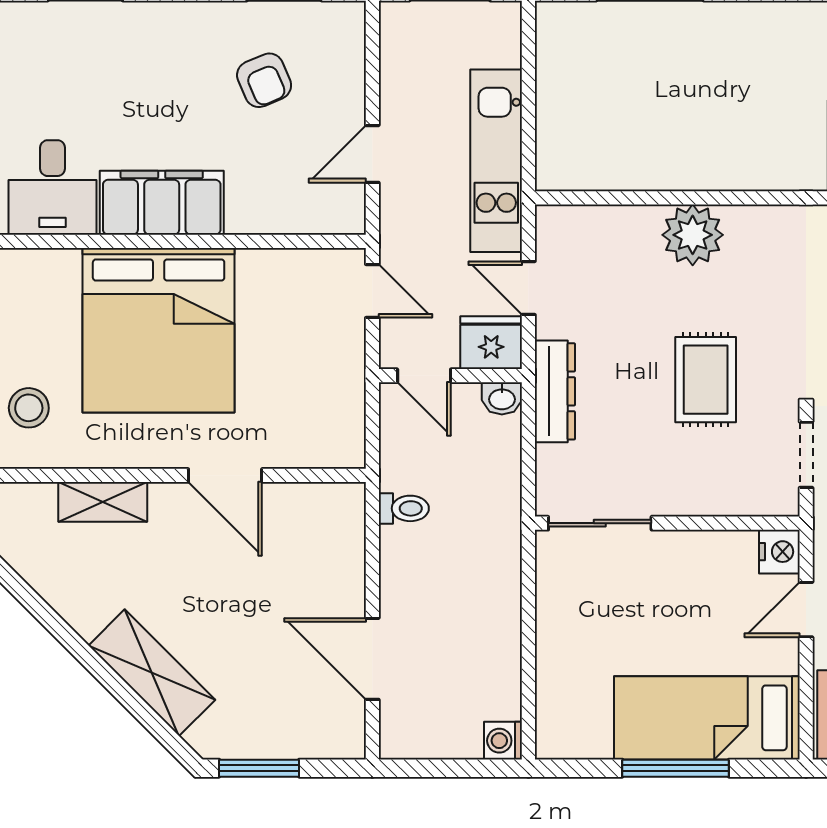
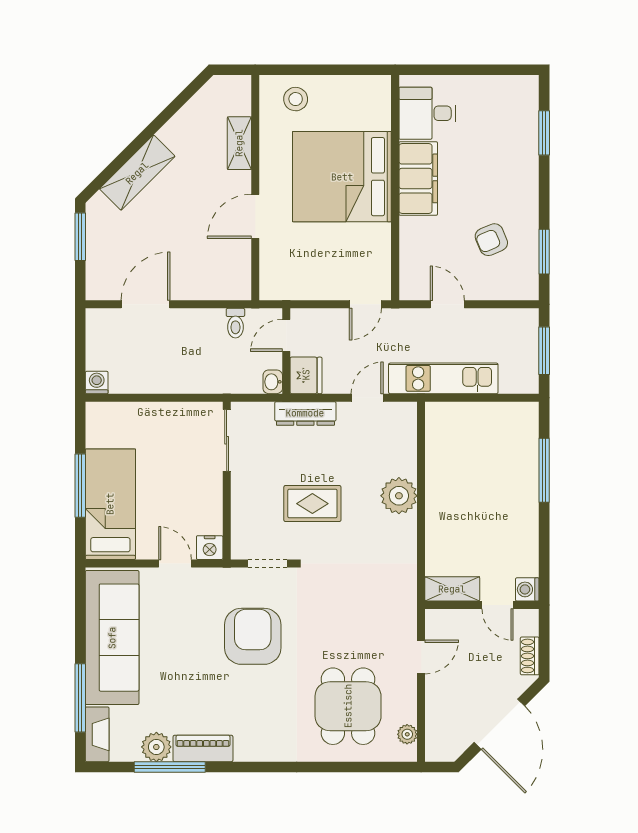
fridge: (491, 343) -> (306, 375), moved
door: (424, 376) -> (286, 335), moved
wall: (450, 376) -> (286, 351), moved
washbasin: (502, 398) -> (273, 382), moved

